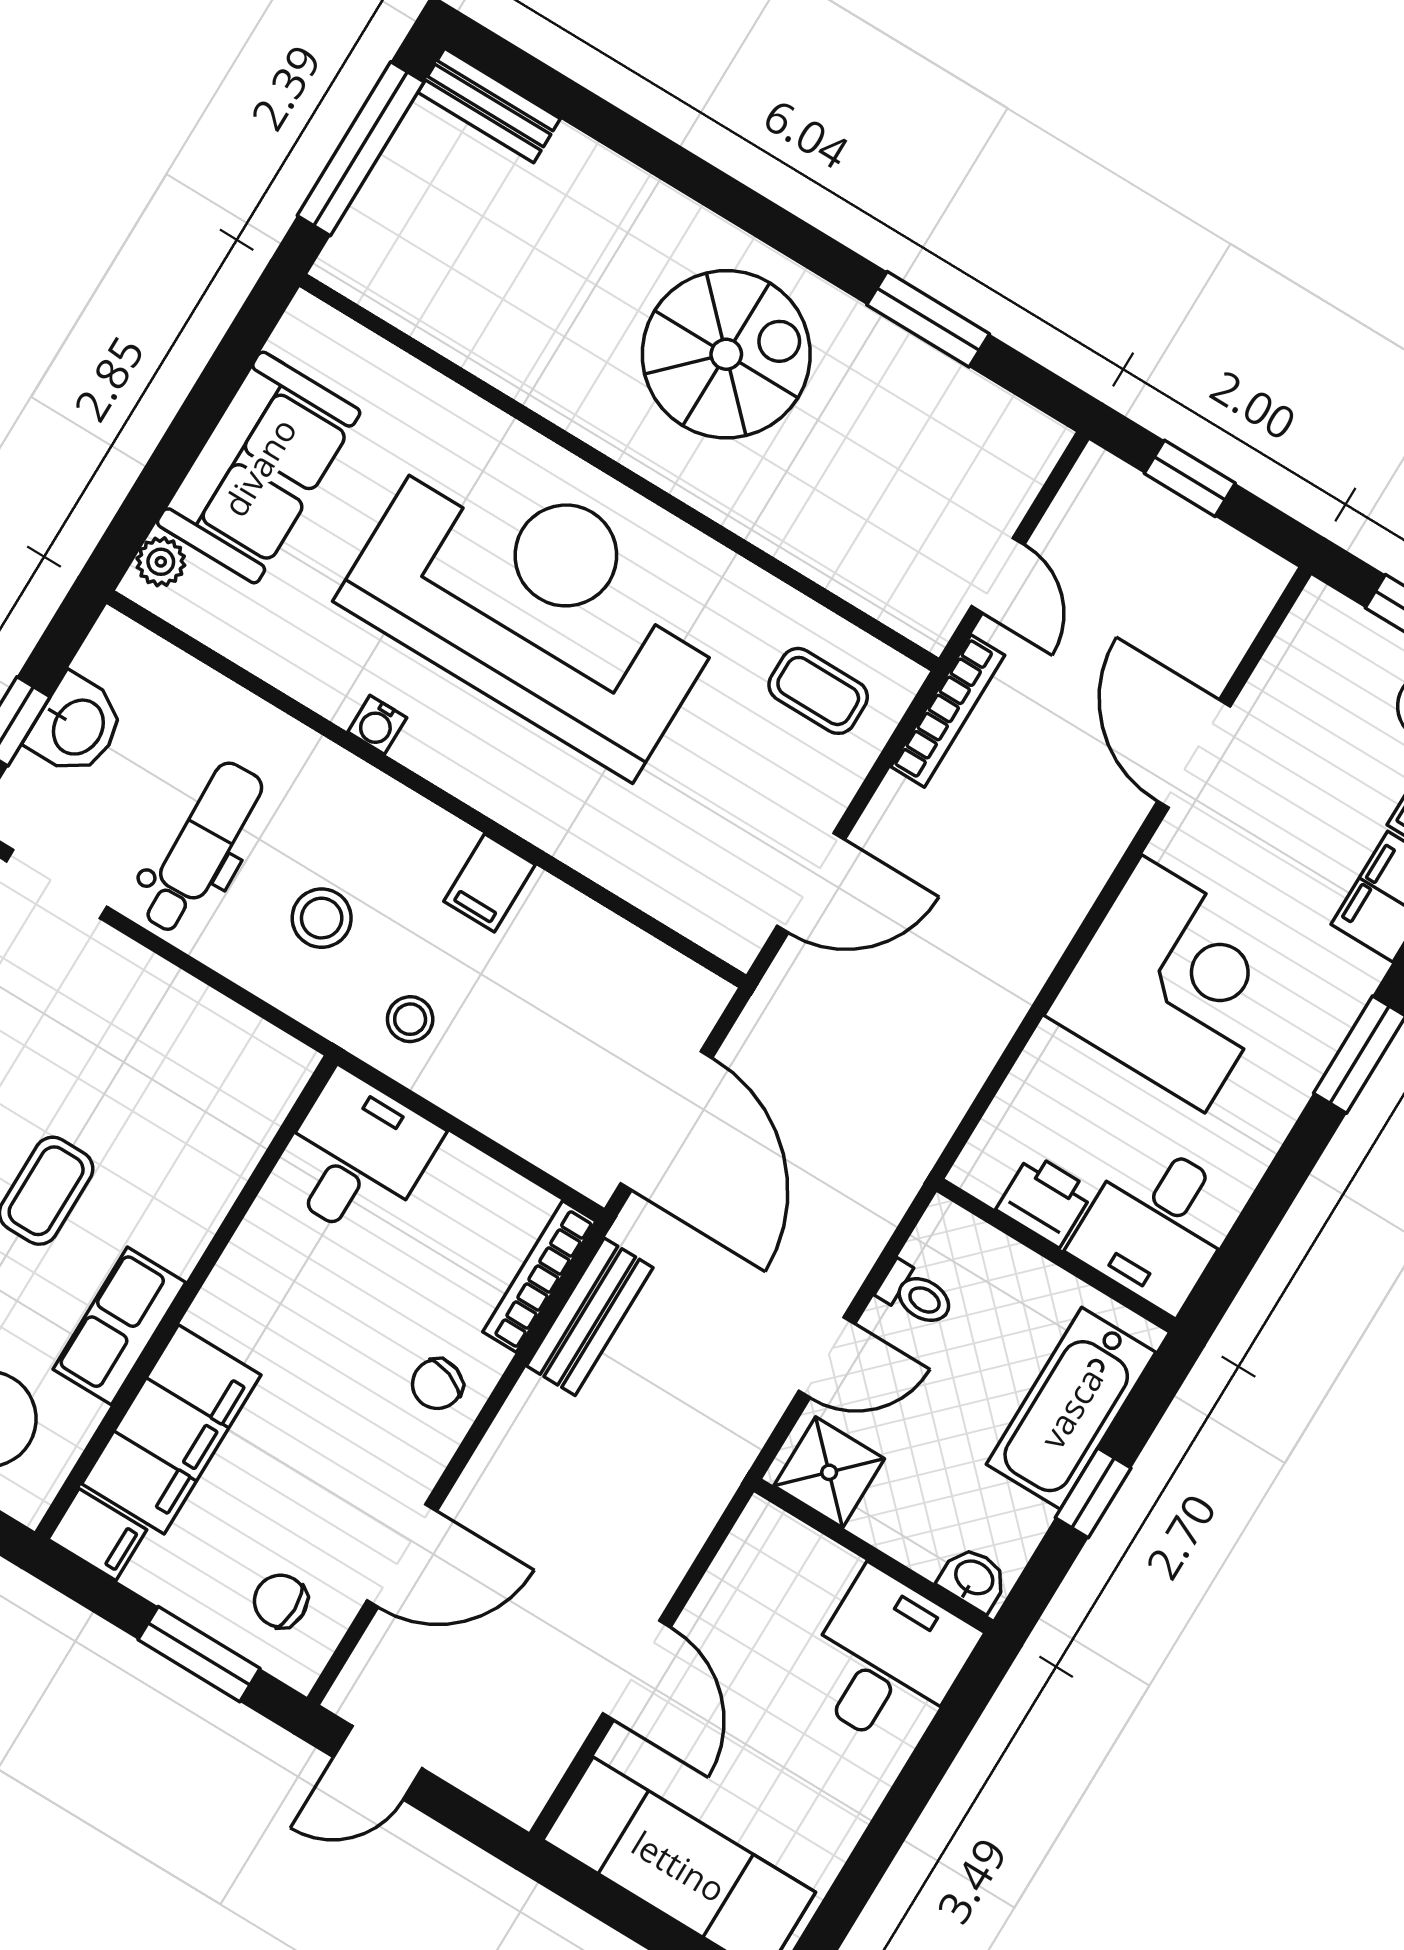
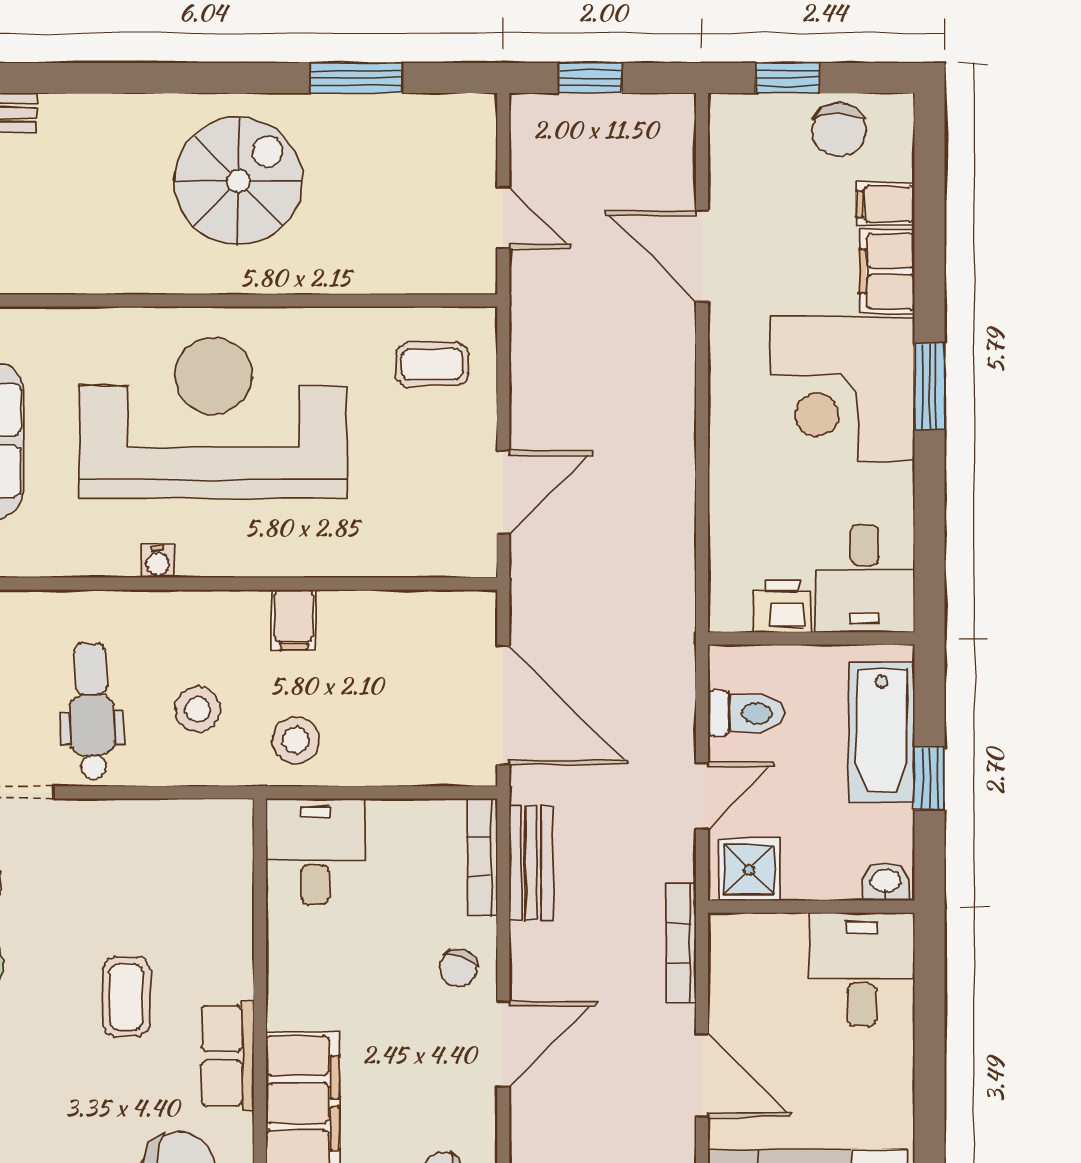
bookcase: (948, 711) -> (681, 943), moved, turned 180
corner desk: (1173, 984) -> (843, 389), moved, turned 180
stool: (410, 1019) -> (296, 740), width x1.37, depth x1.37
toilet: (916, 1295) -> (746, 713), width x1.37, depth x1.39
door: (402, 1556) -> (503, 1044), moved

